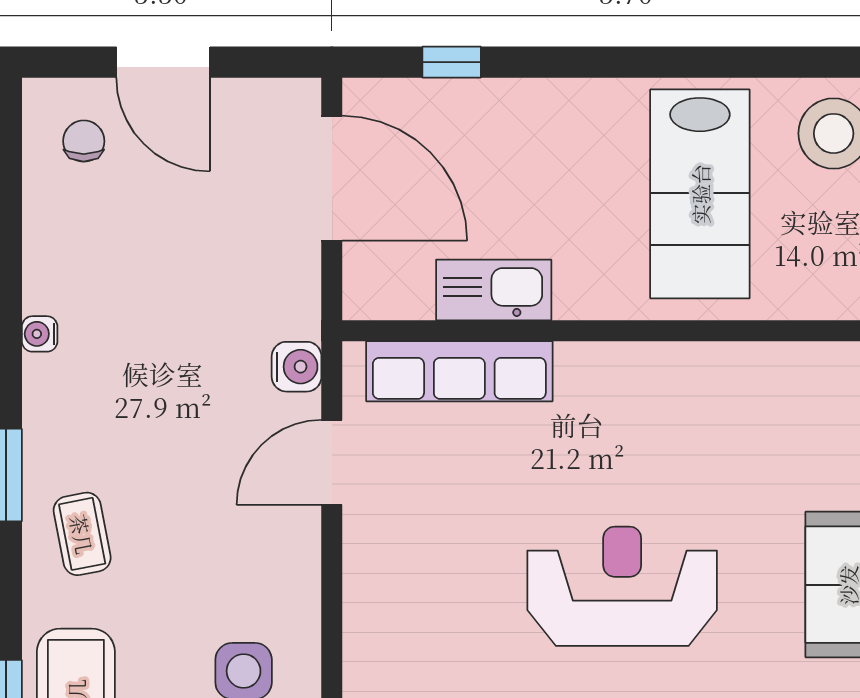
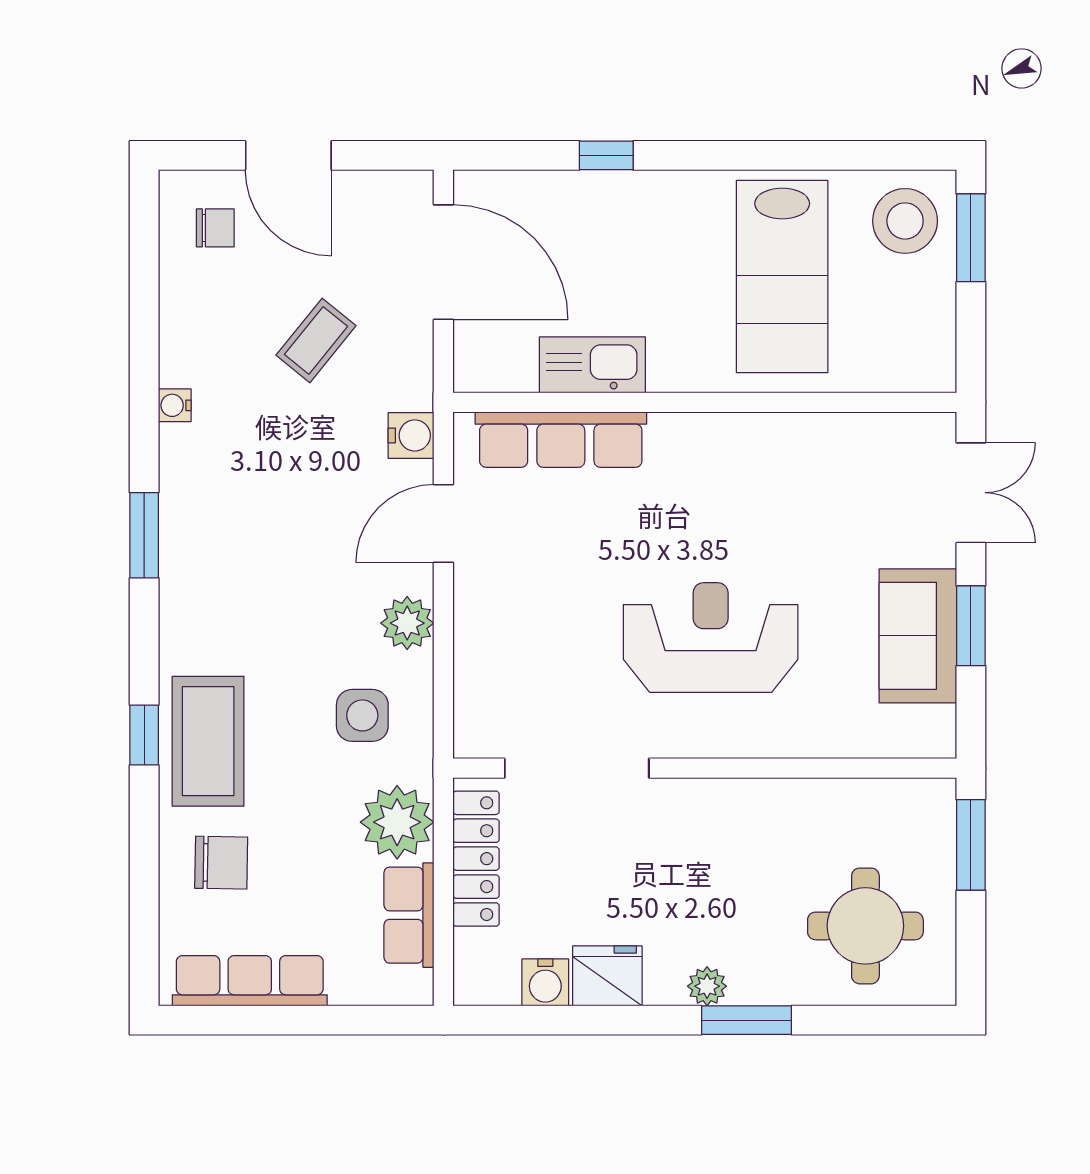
window: (452, 62) -> (606, 155), moved
chair: (84, 141) -> (215, 228), turned 90
coffee table: (82, 534) -> (316, 340), moved, turned 50
plant: (292, 571) -> (407, 623), added

